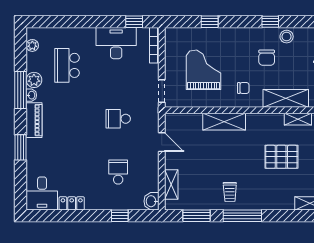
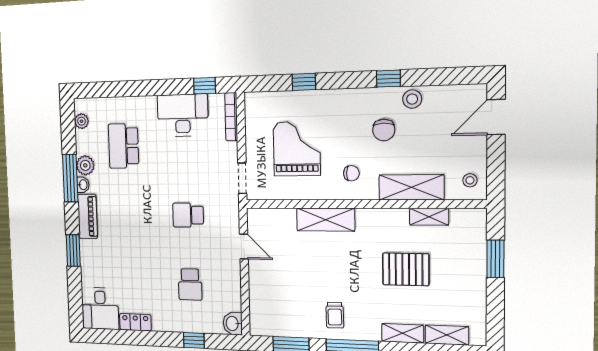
school desk: (118, 172) -> (190, 284), turned 180
shelving: (171, 184) -> (403, 333), moved, turned 90

